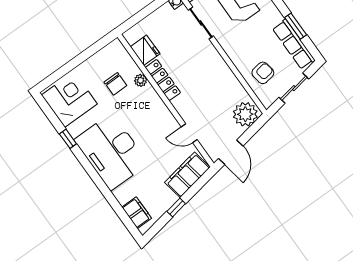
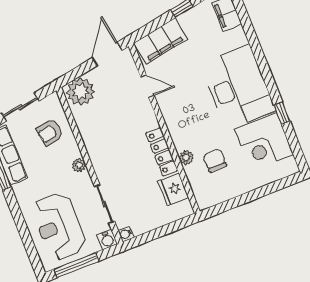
plant: (231, 51) -> (79, 165), added
corner desk: (69, 99) -> (264, 142), moved

